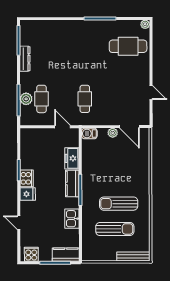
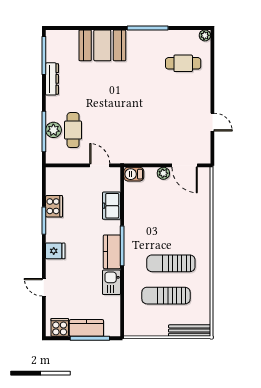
booth: (64, 32) -> (102, 45), added
cafe table: (128, 46) -> (183, 63), width x0.73, depth x0.74
cafe table: (85, 99) -> (128, 130), removed
cooker: (27, 178) -> (54, 206), moved
kitchen counter: (72, 183) -> (112, 252), moved
sun lounger: (115, 229) -> (166, 296), turned 180
kitchen counter: (66, 255) -> (86, 328), moved

